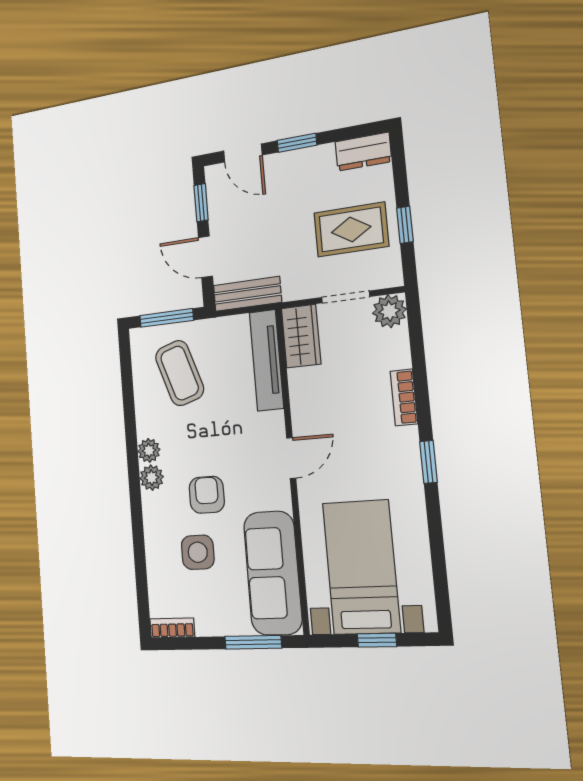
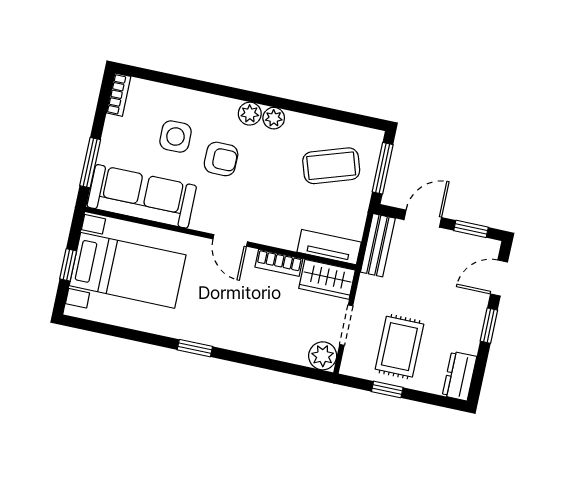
tv unit: (266, 360) -> (329, 247), width x0.71
bookcase: (404, 397) -> (279, 263), moved, turned 180

